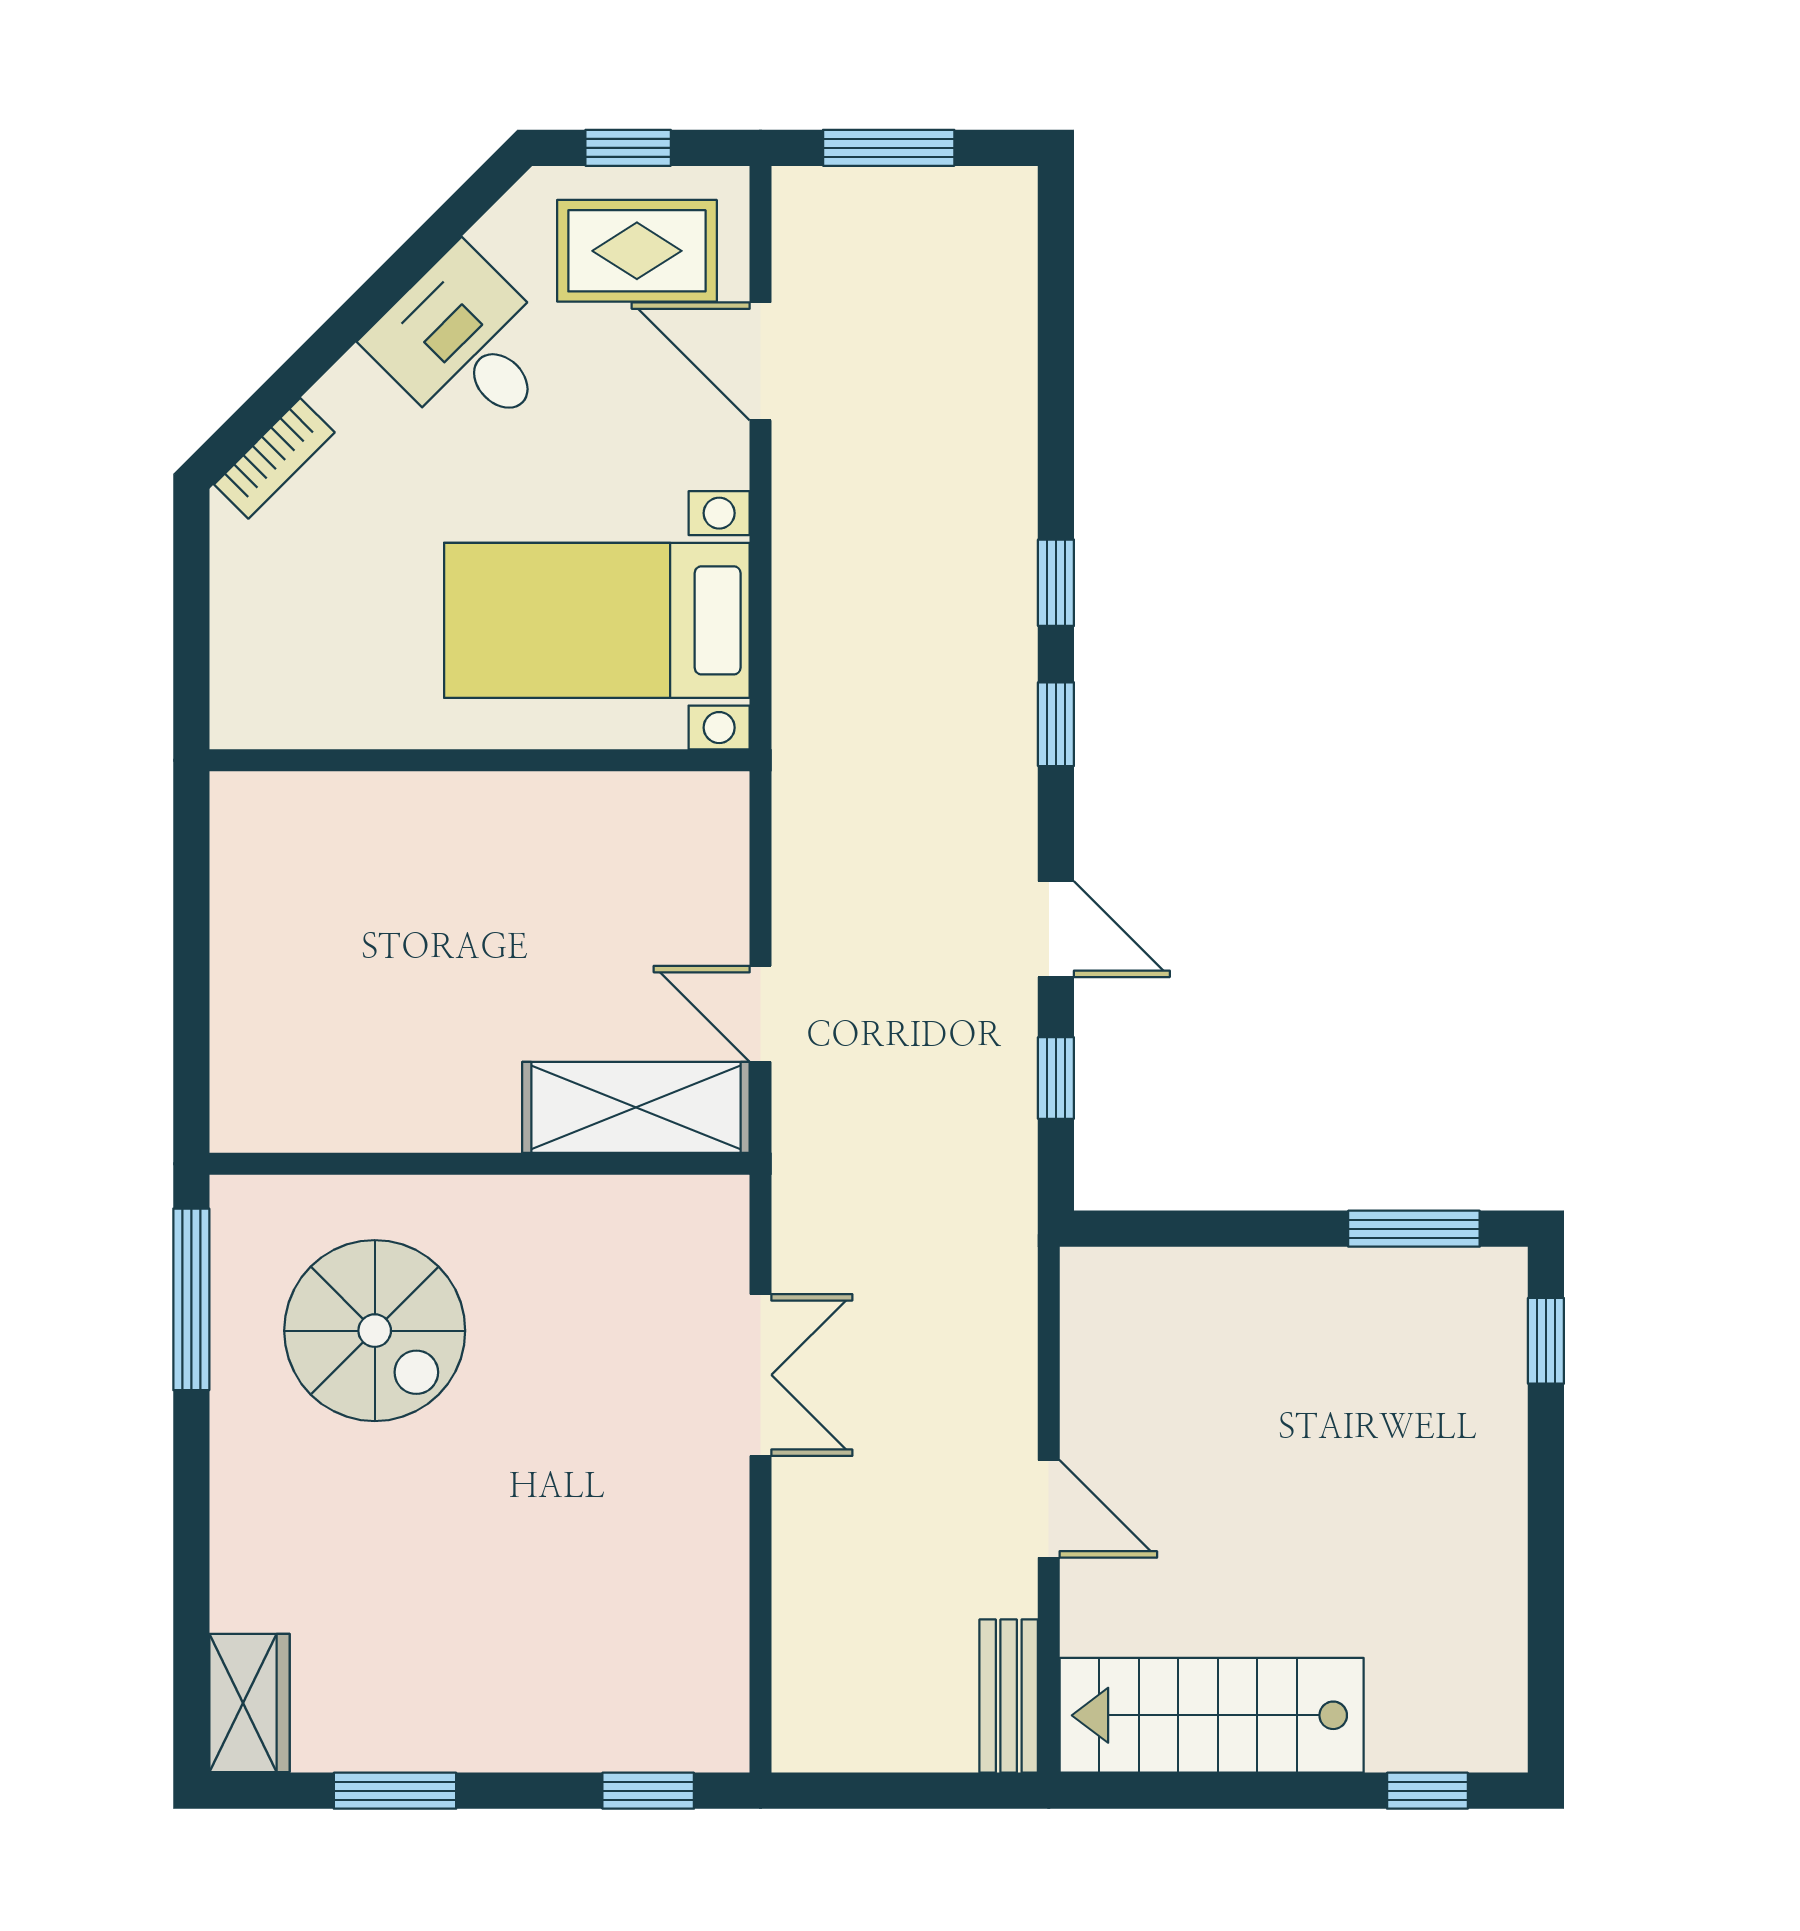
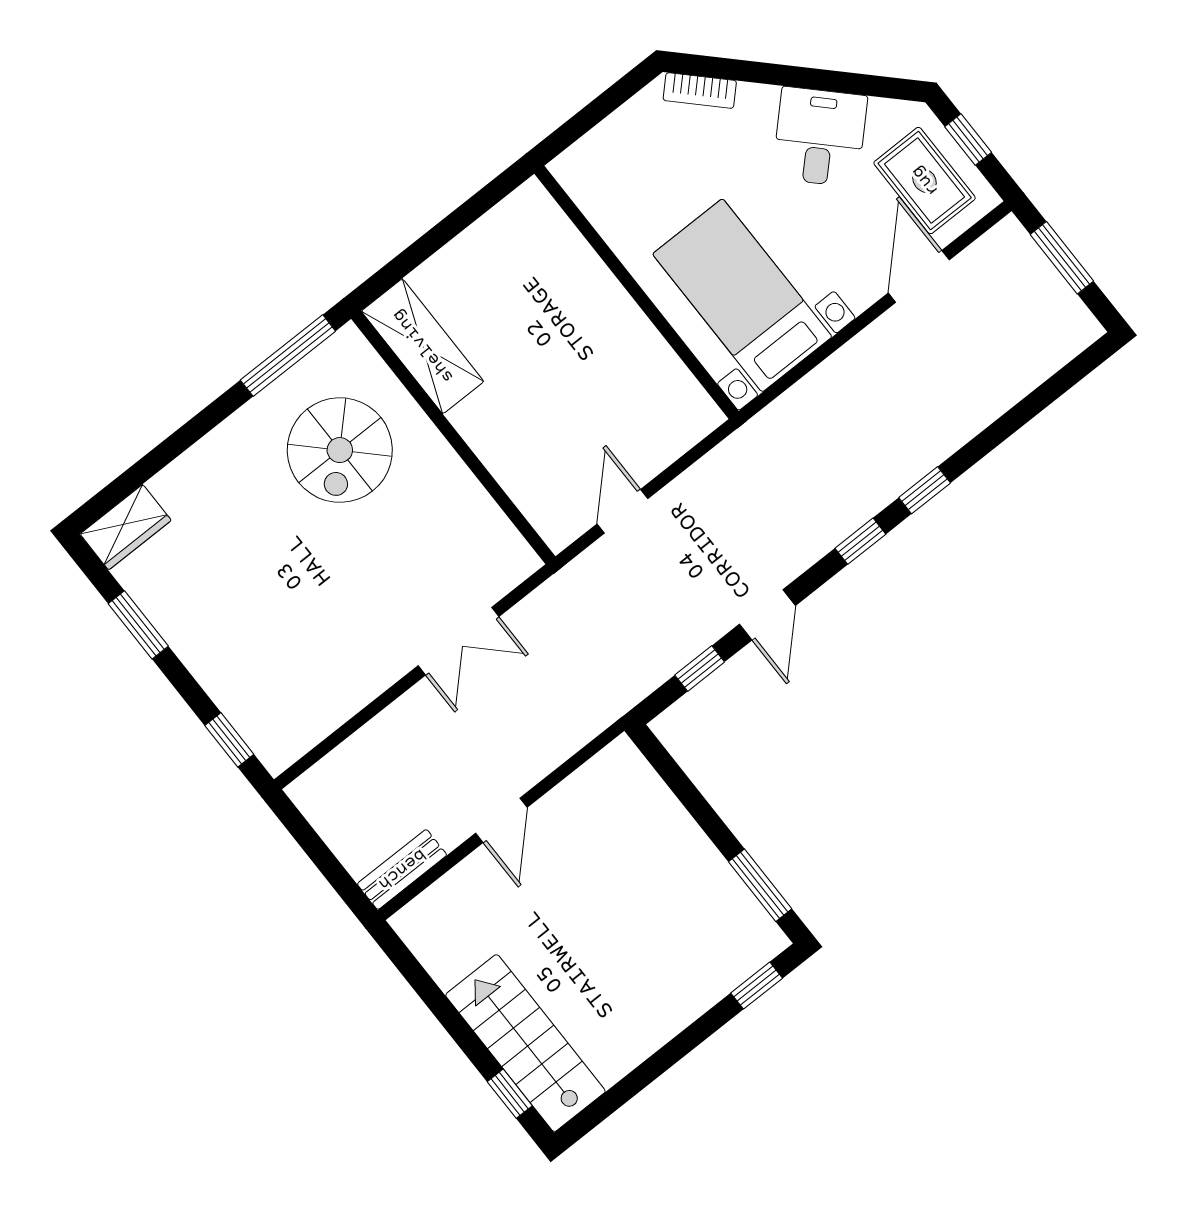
shelving: (636, 1107) -> (423, 346), moved
stairs: (1212, 1715) -> (525, 1043), moved

